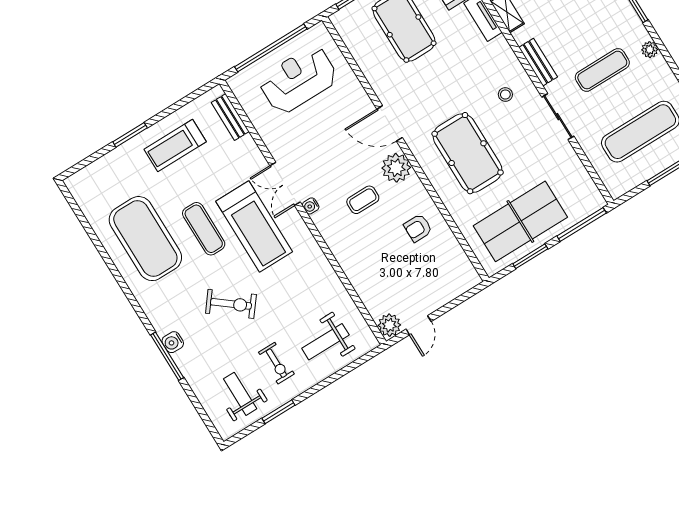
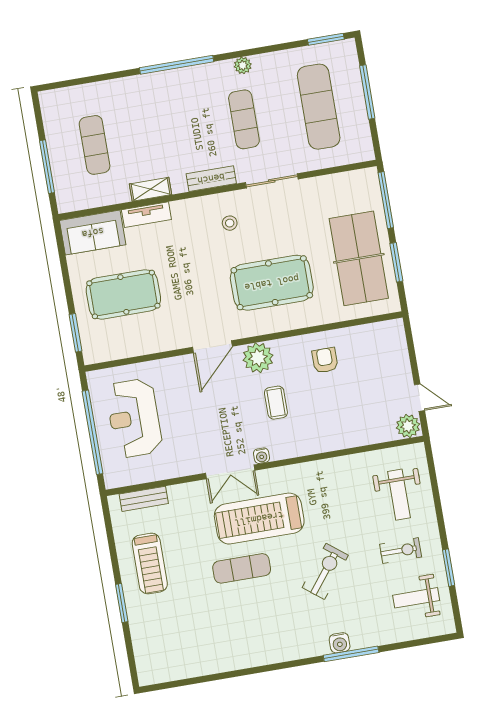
treadmill: (254, 226) -> (259, 519), turned 180
armchair: (418, 228) -> (325, 360), turned 180
exercise mat: (145, 239) -> (228, 629), removed

